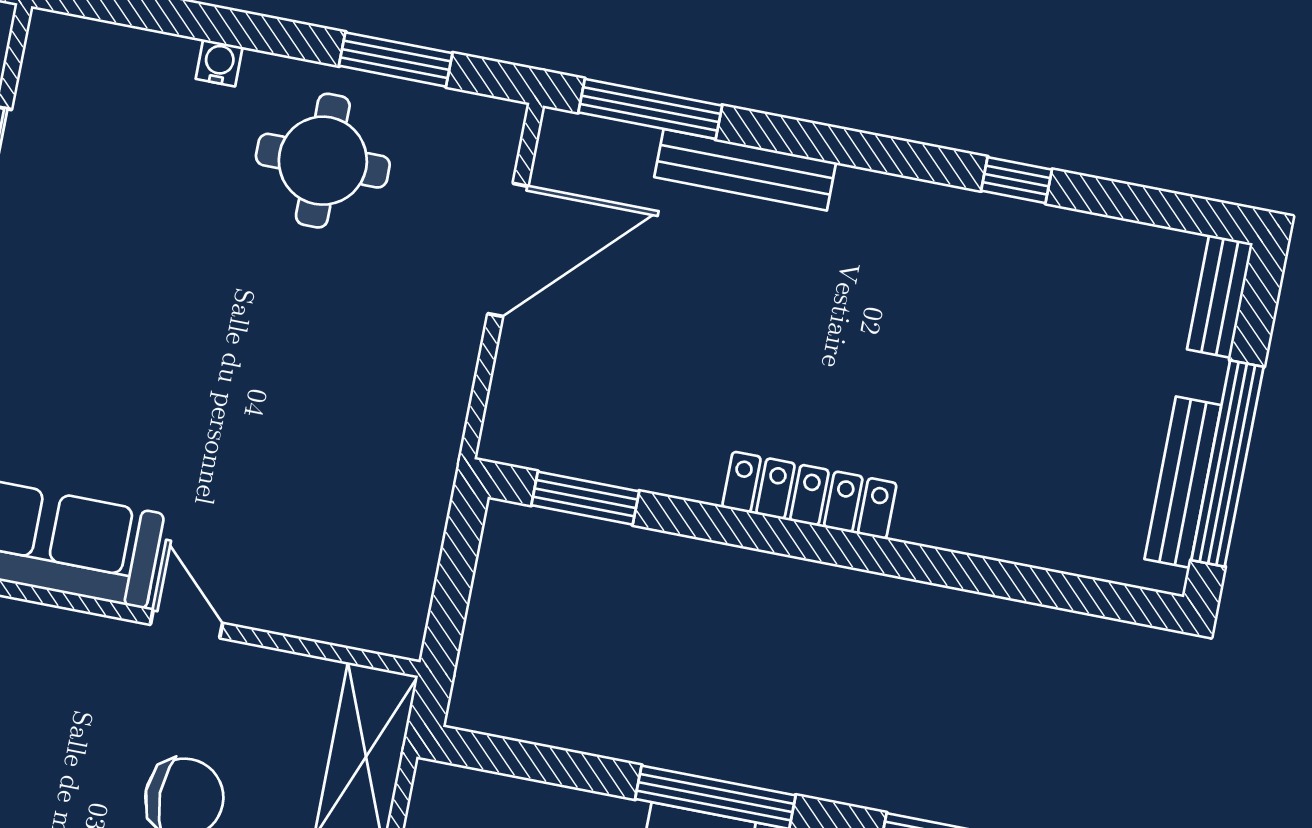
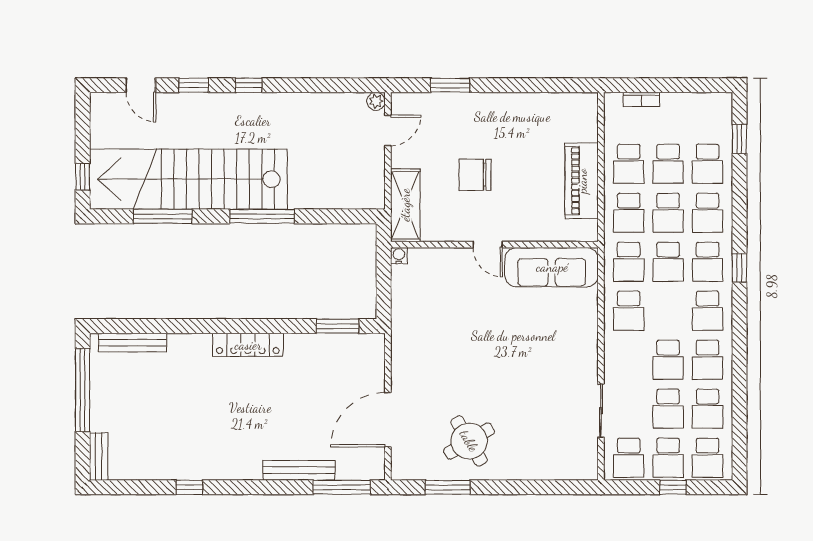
water cooler: (219, 63) -> (399, 256), moved, turned 180
round table: (323, 161) -> (469, 441), turned -31
bench: (1183, 482) -> (133, 343), moved, turned 90

